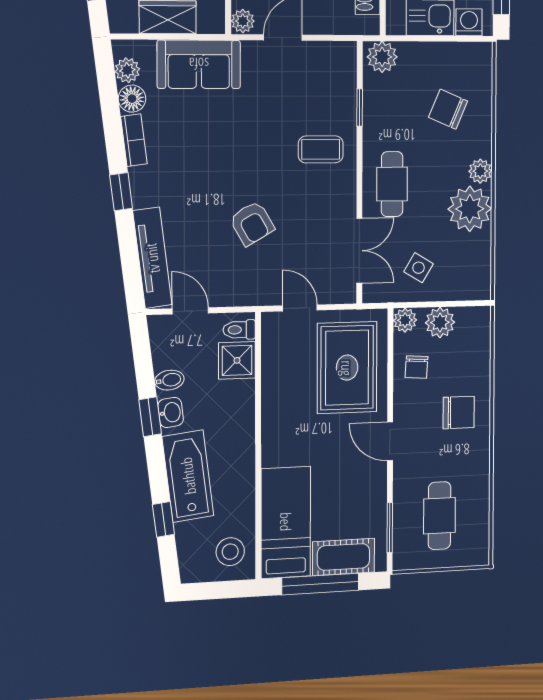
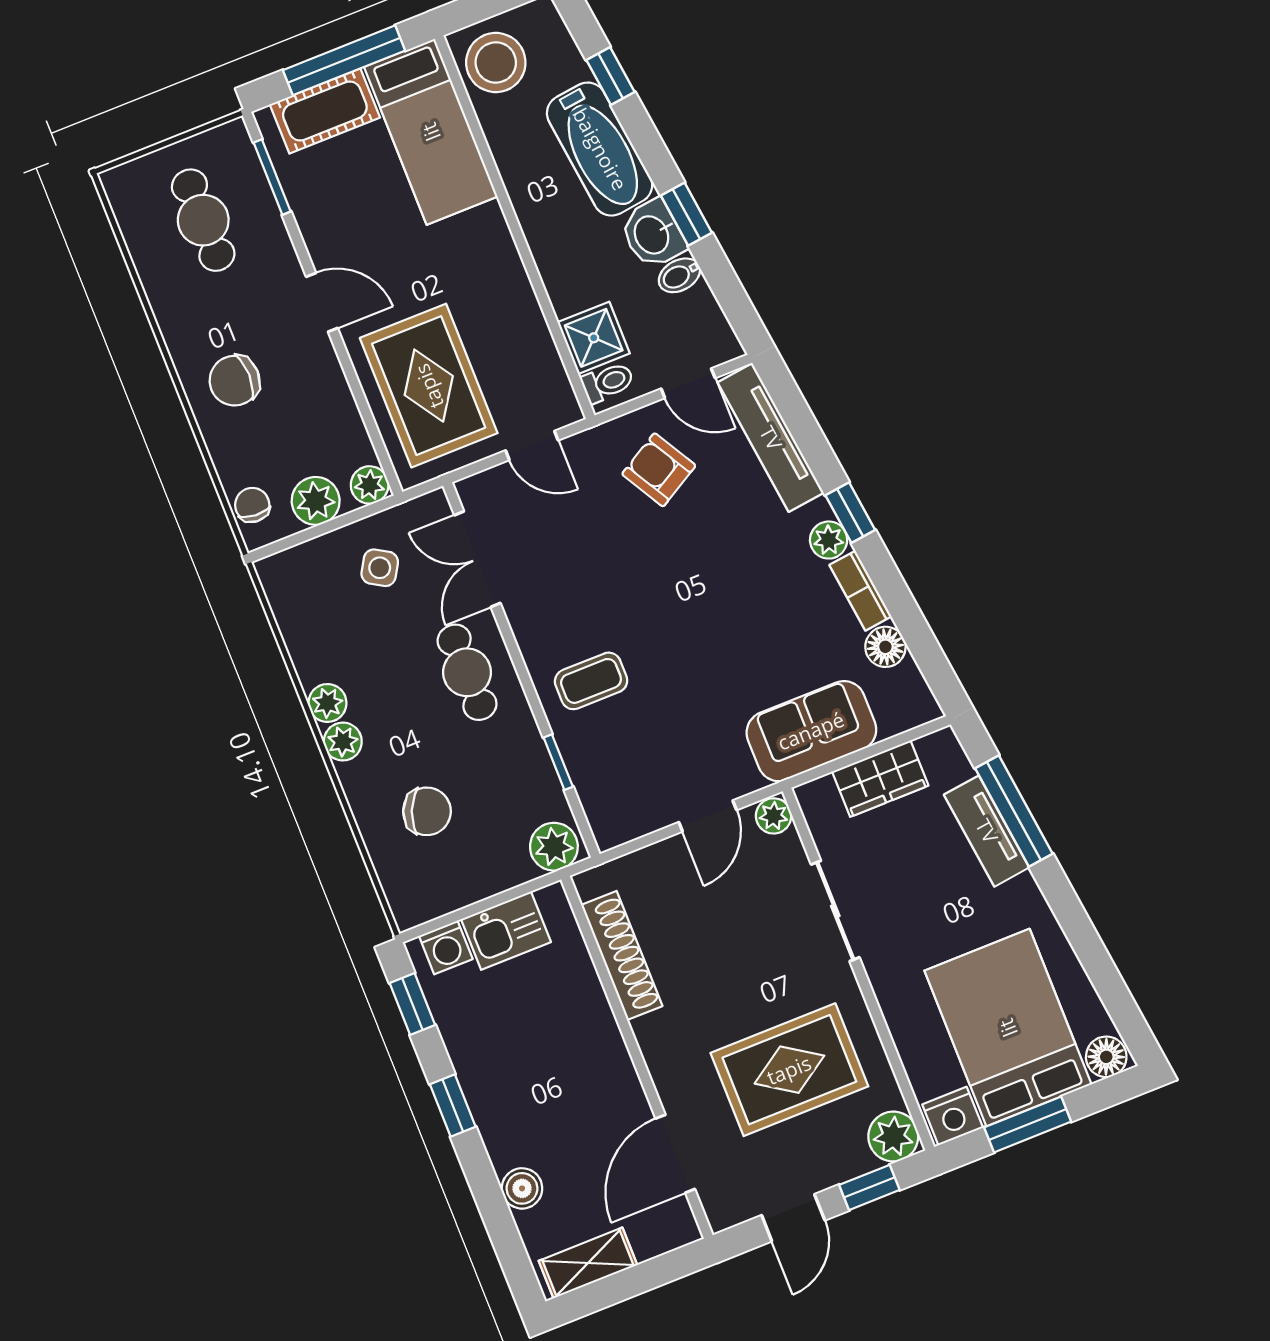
plant: (127, 70) -> (829, 540), moved
plant: (470, 209) -> (327, 703), width x0.53, depth x0.53
armchair: (252, 223) -> (659, 470), moved
chair: (416, 367) -> (252, 505), moved
washbasin: (171, 412) -> (653, 234), width x1.38, depth x1.45
stool: (230, 552) -> (496, 63), width x1.38, depth x1.38

